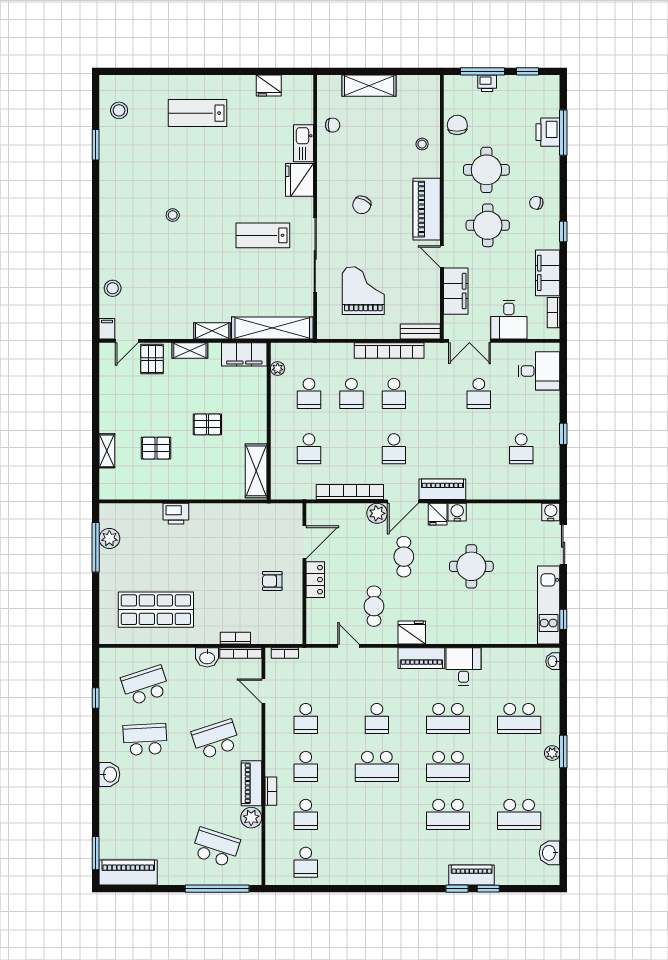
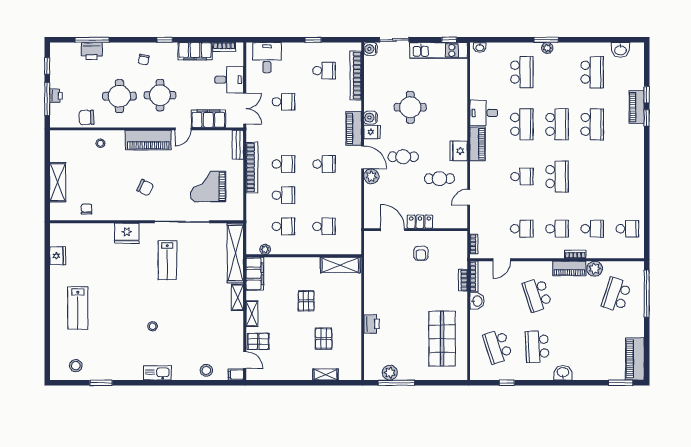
kitchen sink: (304, 143) -> (157, 373), moved, turned 180
bookcase: (350, 492) -> (356, 76), moved

